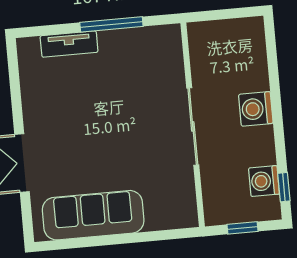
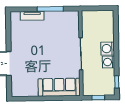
washing machine: (264, 181) -> (108, 62), moved
sofa: (93, 215) -> (59, 87), moved

